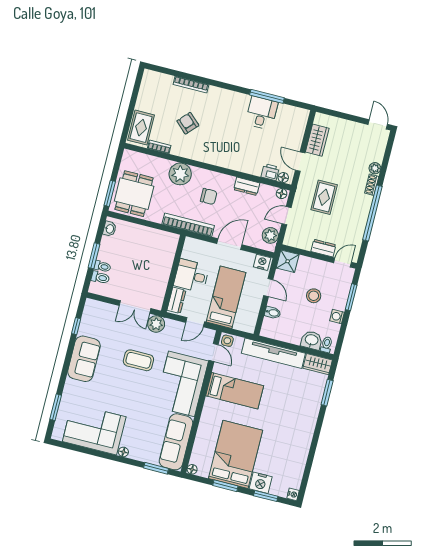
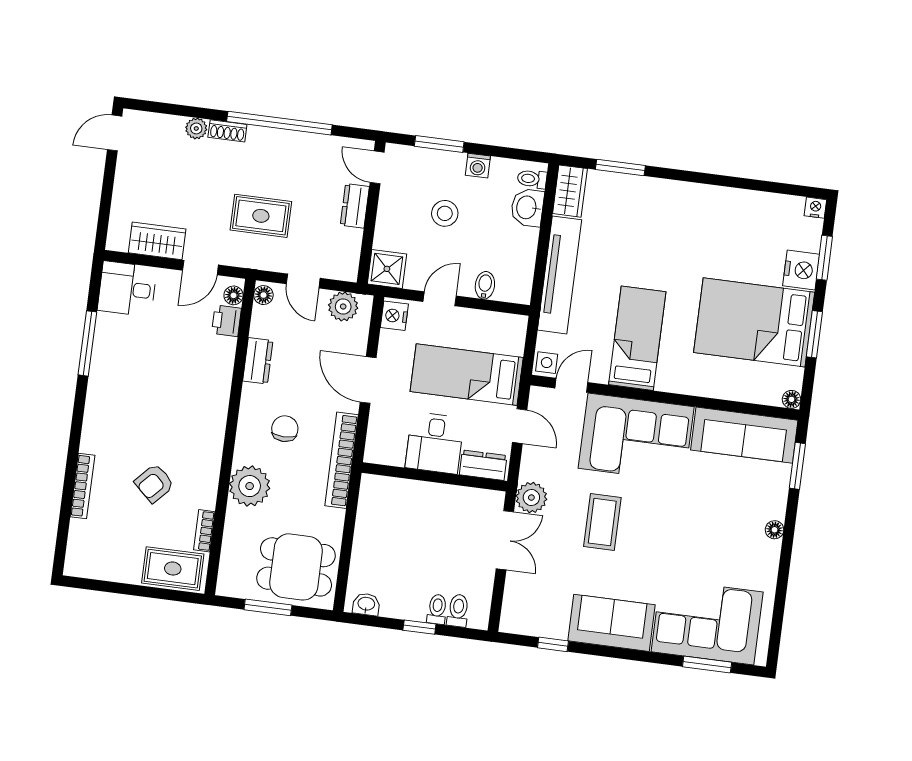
desk: (262, 113) -> (127, 289), moved
window: (110, 193) -> (268, 607), moved
window: (94, 256) -> (419, 627), width x0.67
corner sofa: (94, 429) -> (707, 622), moved, turned 90

